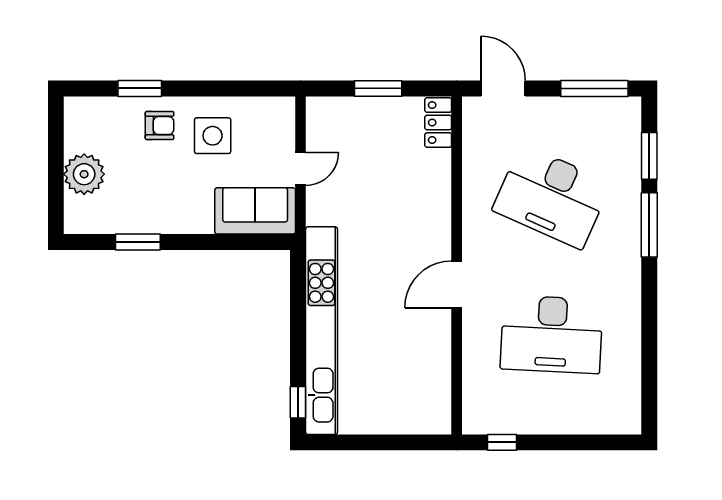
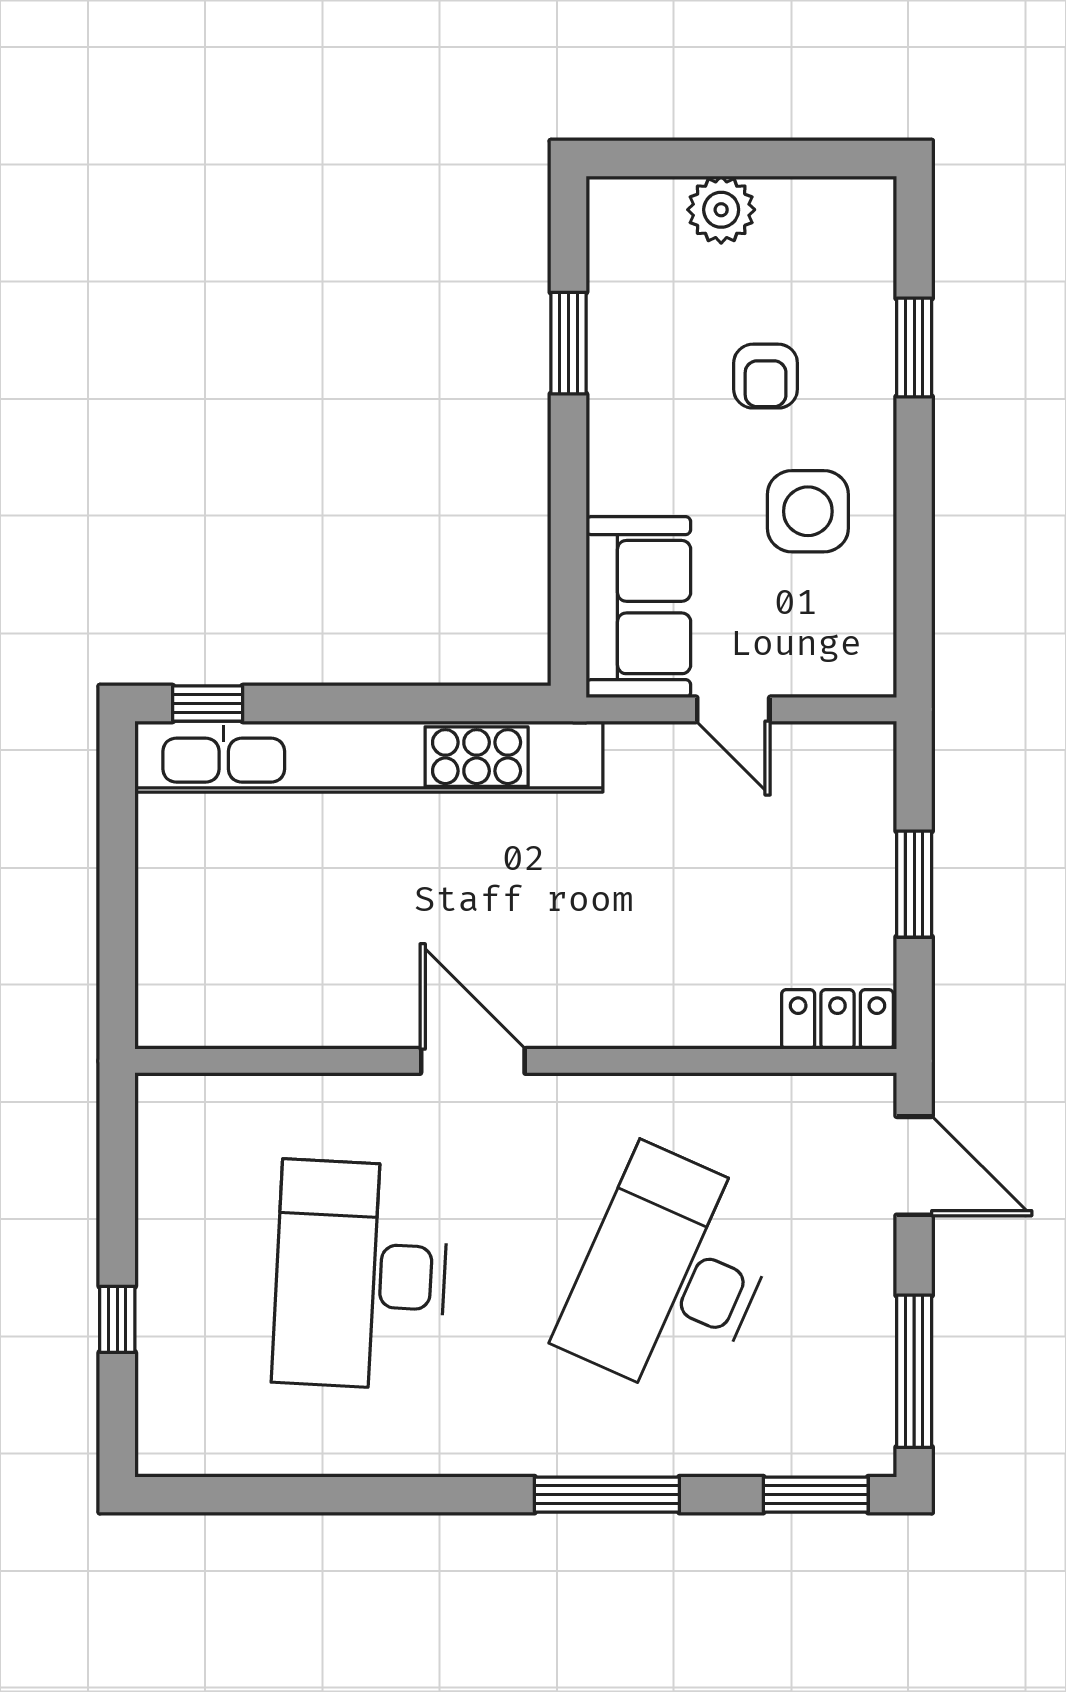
door: (503, 88) -> (914, 1166), hinge flipped
armchair: (160, 126) -> (766, 376), moved
window: (649, 156) -> (816, 1495), moved
plant: (84, 174) -> (721, 210), width x0.73, depth x0.73
window: (502, 442) -> (117, 1319), moved

